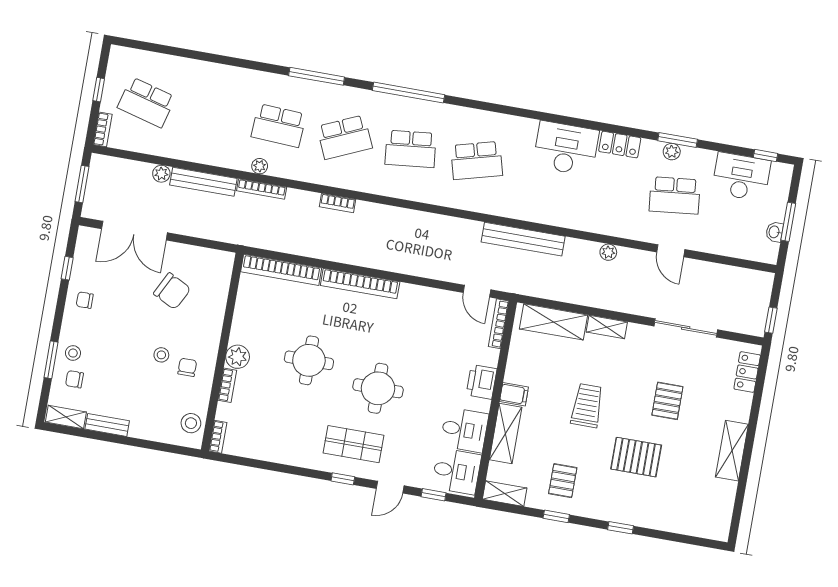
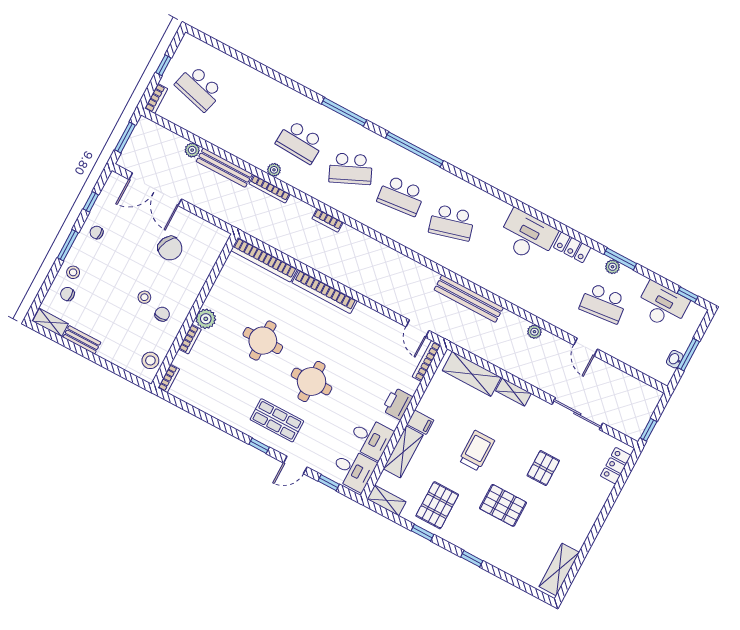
window: (51, 360) -> (68, 245), moved
shelving: (732, 451) -> (559, 569), moved
pallet: (563, 481) -> (437, 505), width x1.50, depth x1.42

